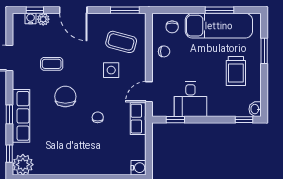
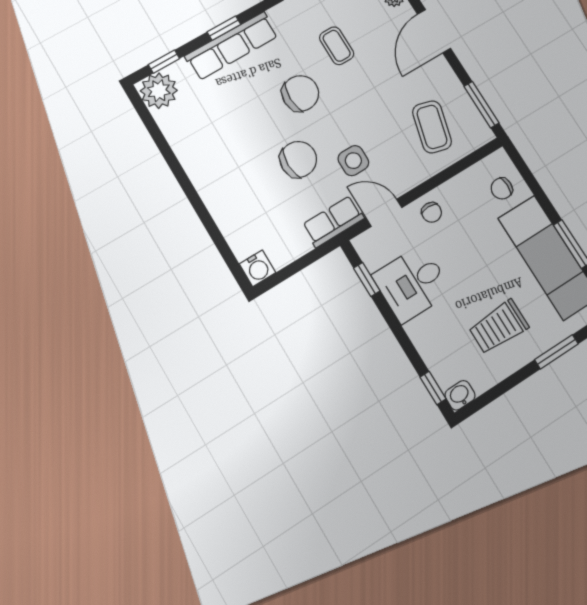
chair: (164, 51) -> (432, 212), moved
side table: (111, 70) -> (353, 161), moved
chair: (98, 117) -> (298, 159), width x1.87, depth x1.87

